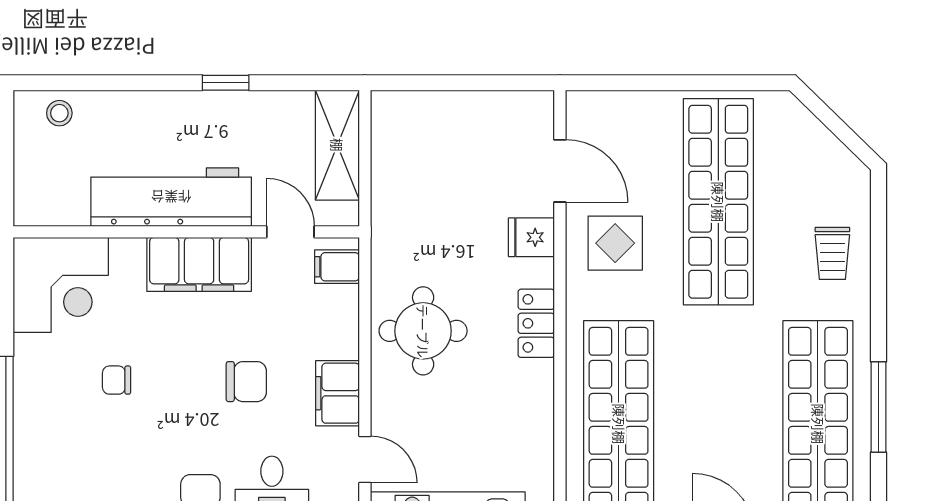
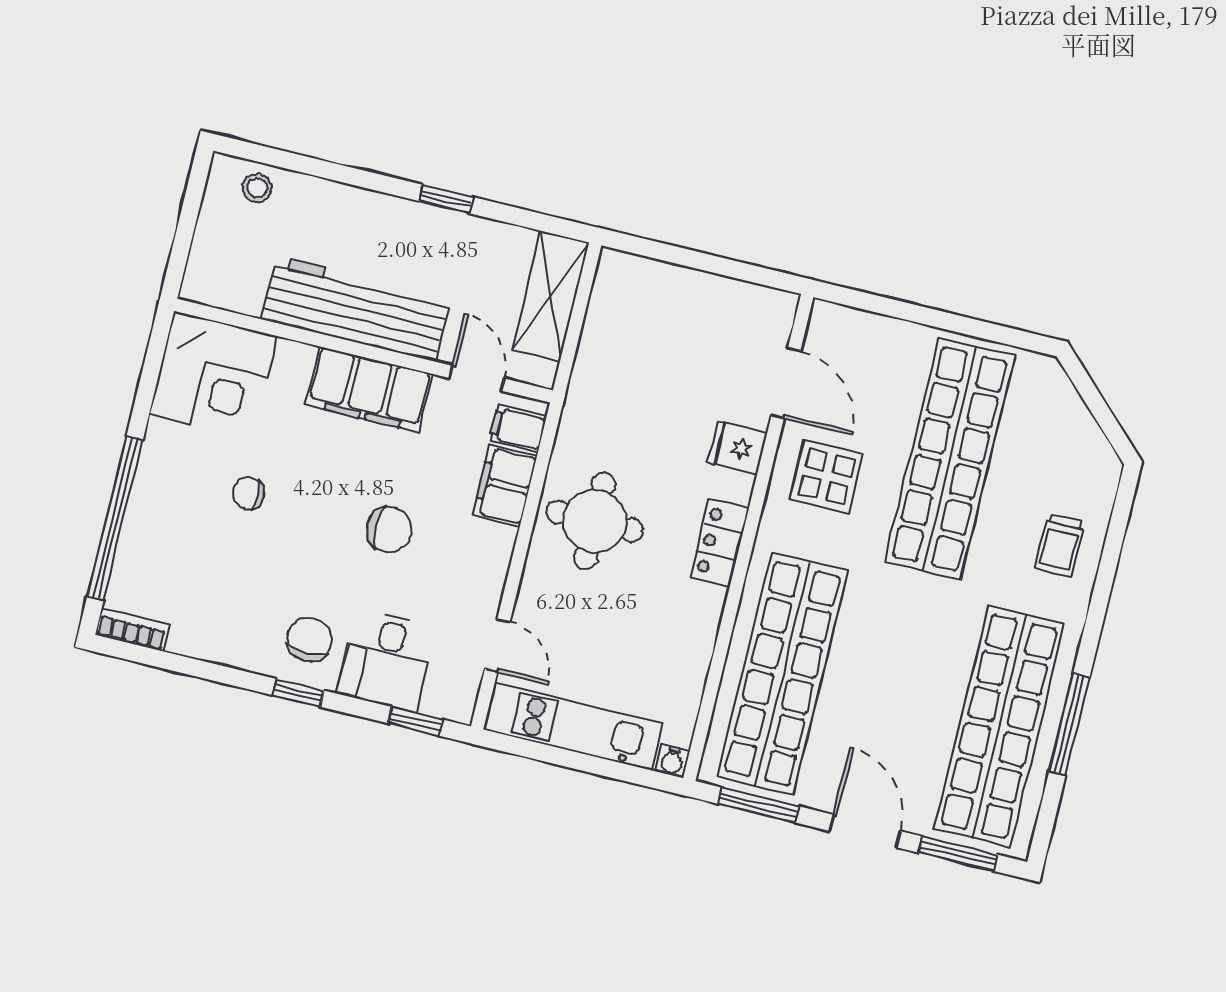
filing cabinet: (338, 393) -> (505, 486), moved

